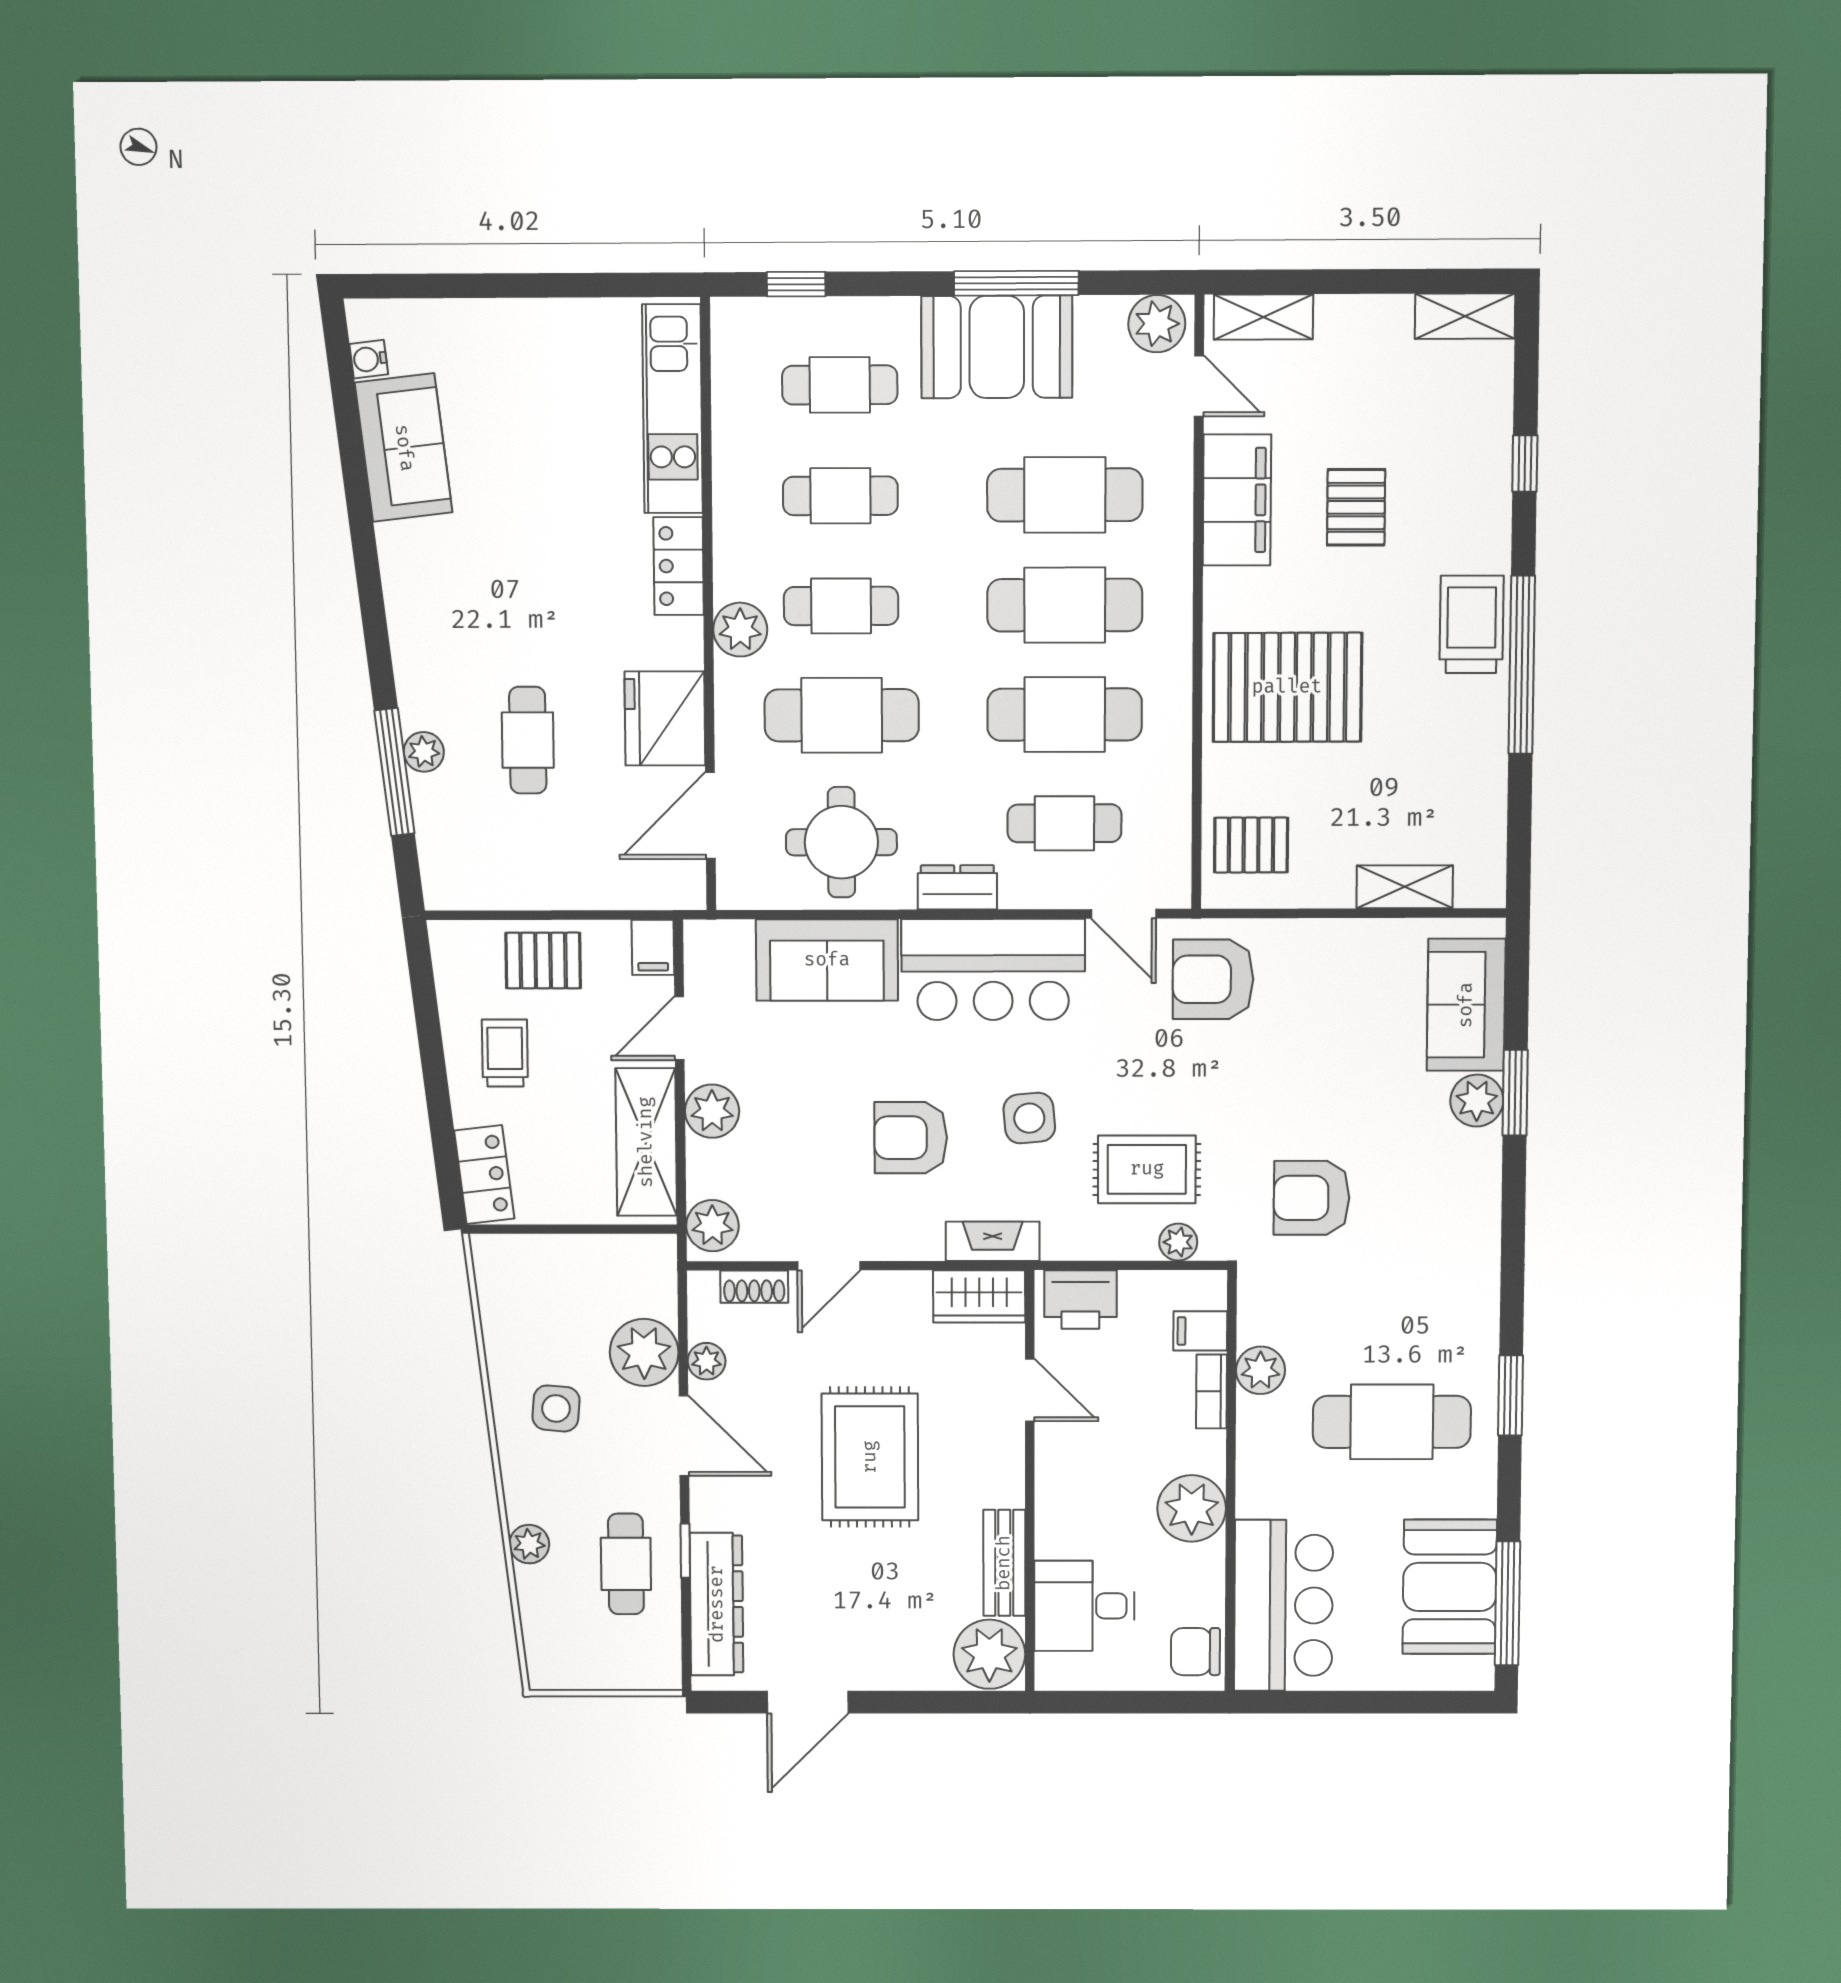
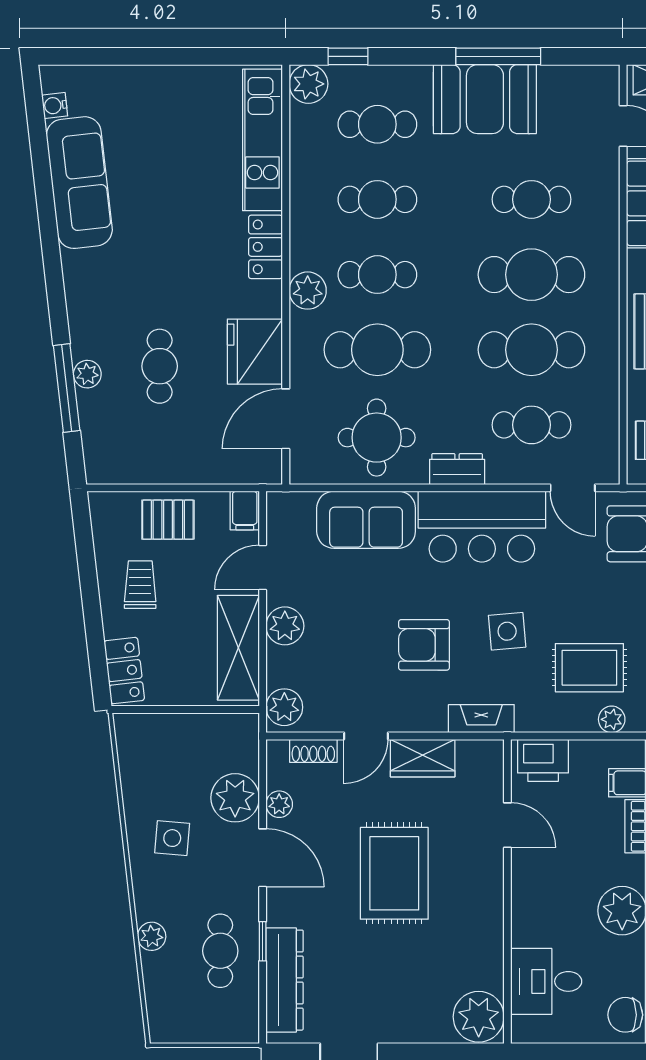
plant: (1157, 324) -> (308, 84), moved
sofa: (404, 448) -> (79, 183), width x1.36
cafe table: (1065, 495) -> (531, 199), width x0.73, depth x0.74
wardrobe: (979, 1296) -> (423, 758), moved
bench: (1004, 1563) -> (489, 950), removed

